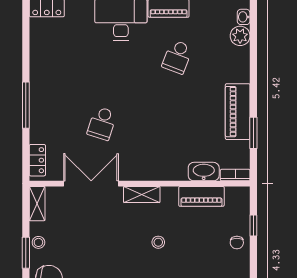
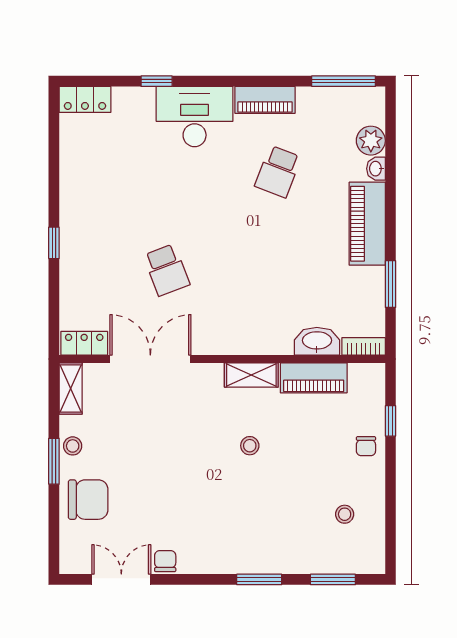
washbasin: (244, 17) -> (376, 169), moved
window: (26, 105) -> (54, 243), width x0.46
piano: (238, 112) -> (367, 224), moved
school desk: (102, 123) -> (166, 270), turned -39
locker: (37, 160) -> (84, 343), moved, turned -90
shelving: (142, 194) -> (251, 375), moved

